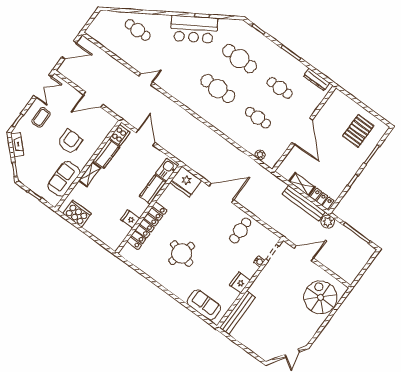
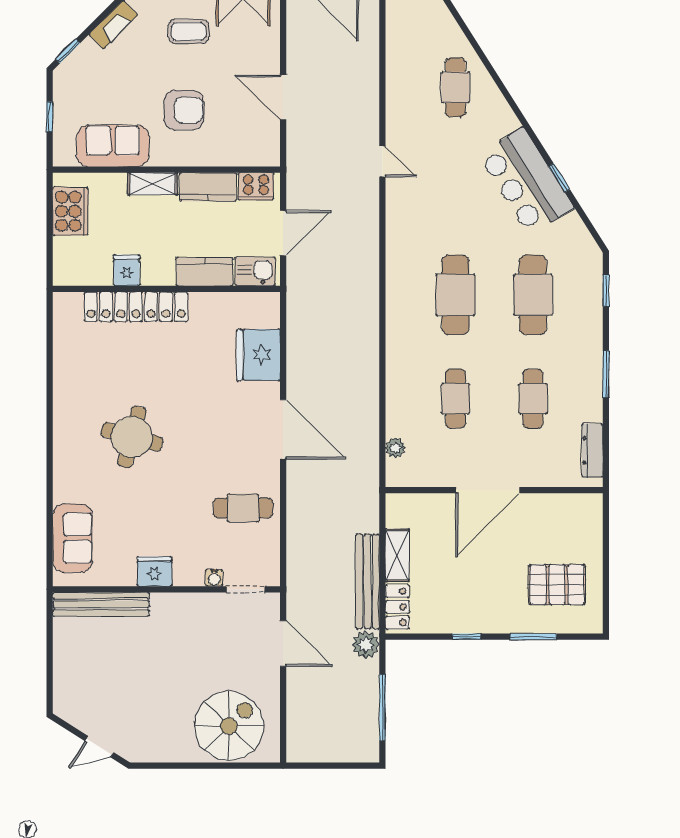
kitchen sink: (167, 170) -> (255, 271), moved
kitchen counter: (153, 189) -> (205, 272), moved
wall: (149, 209) -> (166, 289), moved
fridge: (130, 219) -> (127, 270), moved
locker: (147, 226) -> (136, 307), moved

